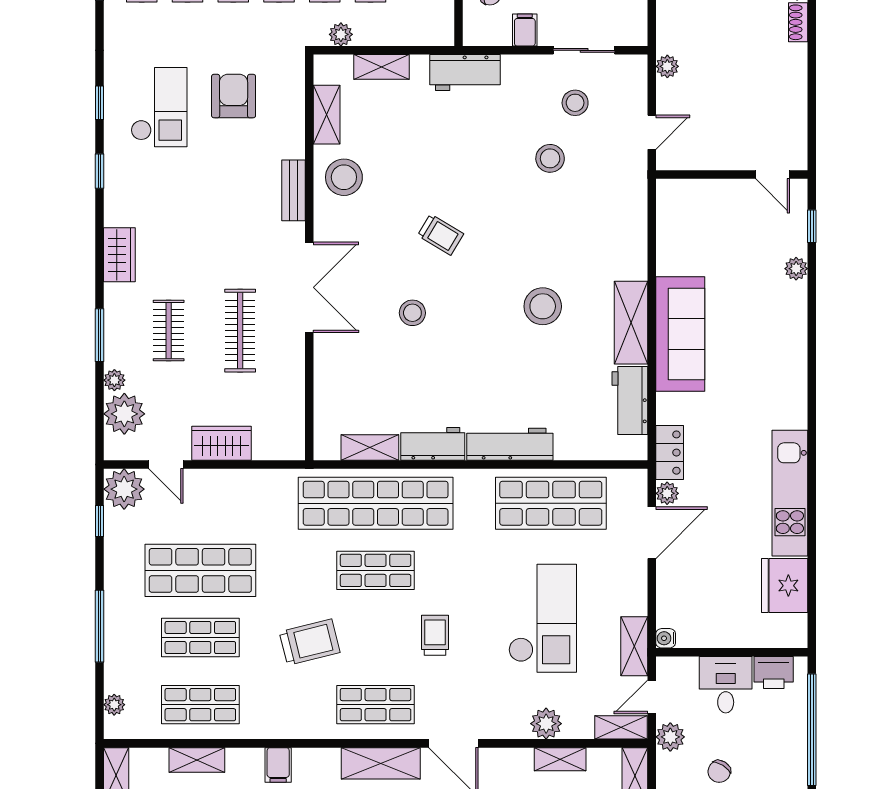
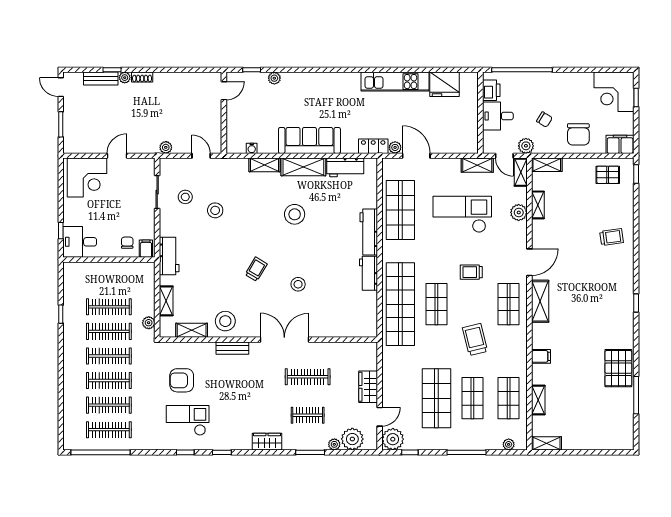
filing cabinet: (525, 30) -> (146, 249), moved, turned 90
shelving: (370, 447) -> (264, 165), moved, turned 90
water cooler: (666, 638) -> (252, 148), moved

